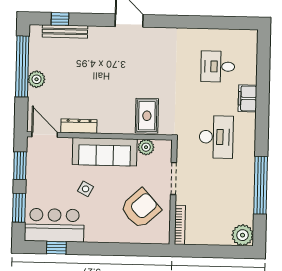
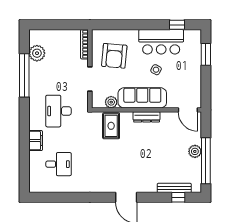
dresser: (79, 126) -> (147, 117), moved
window: (20, 166) -> (206, 86), removed
armchair: (141, 209) -> (114, 56), turned -43
bar counter: (54, 225) -> (161, 42), moved
plant: (243, 235) -> (37, 53), moved

